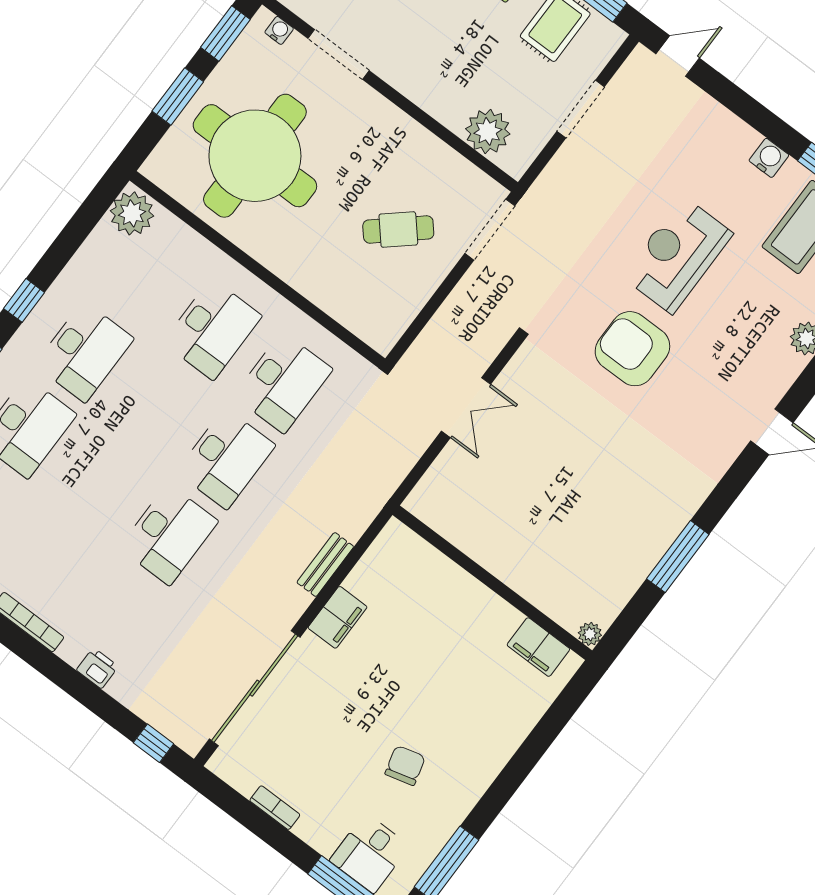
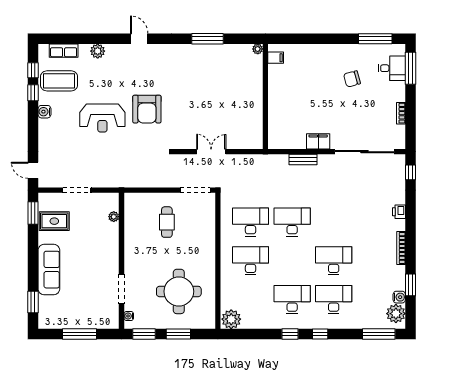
plant: (488, 131) -> (114, 217), width x0.53, depth x0.53
round table: (255, 156) -> (179, 291), width x0.73, depth x0.73
cafe table: (398, 229) -> (167, 222), turned 41
doorway: (490, 230) -> (195, 190), moved
desk: (169, 534) -> (334, 261), moved
filing cabinet: (538, 647) -> (276, 58), width x0.50

